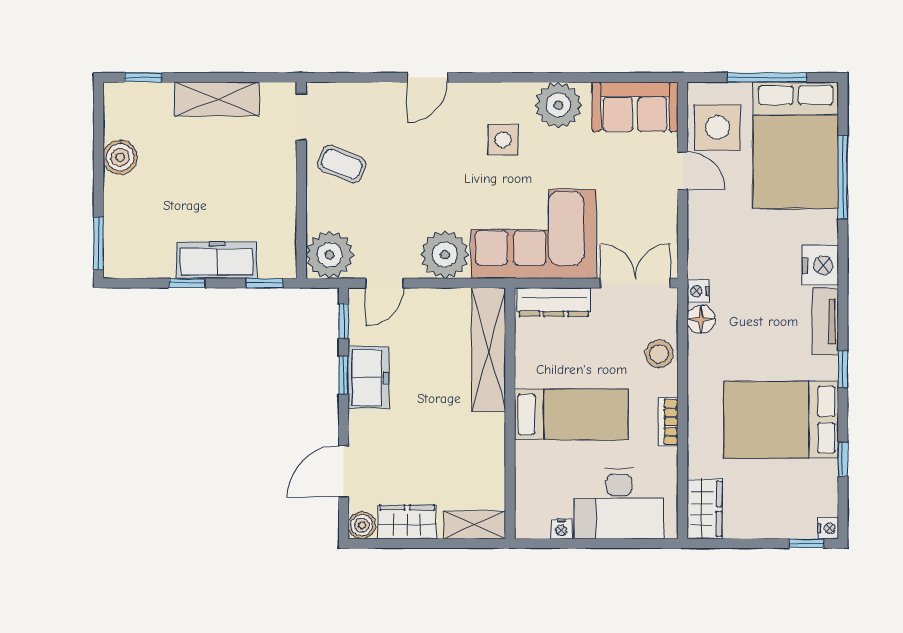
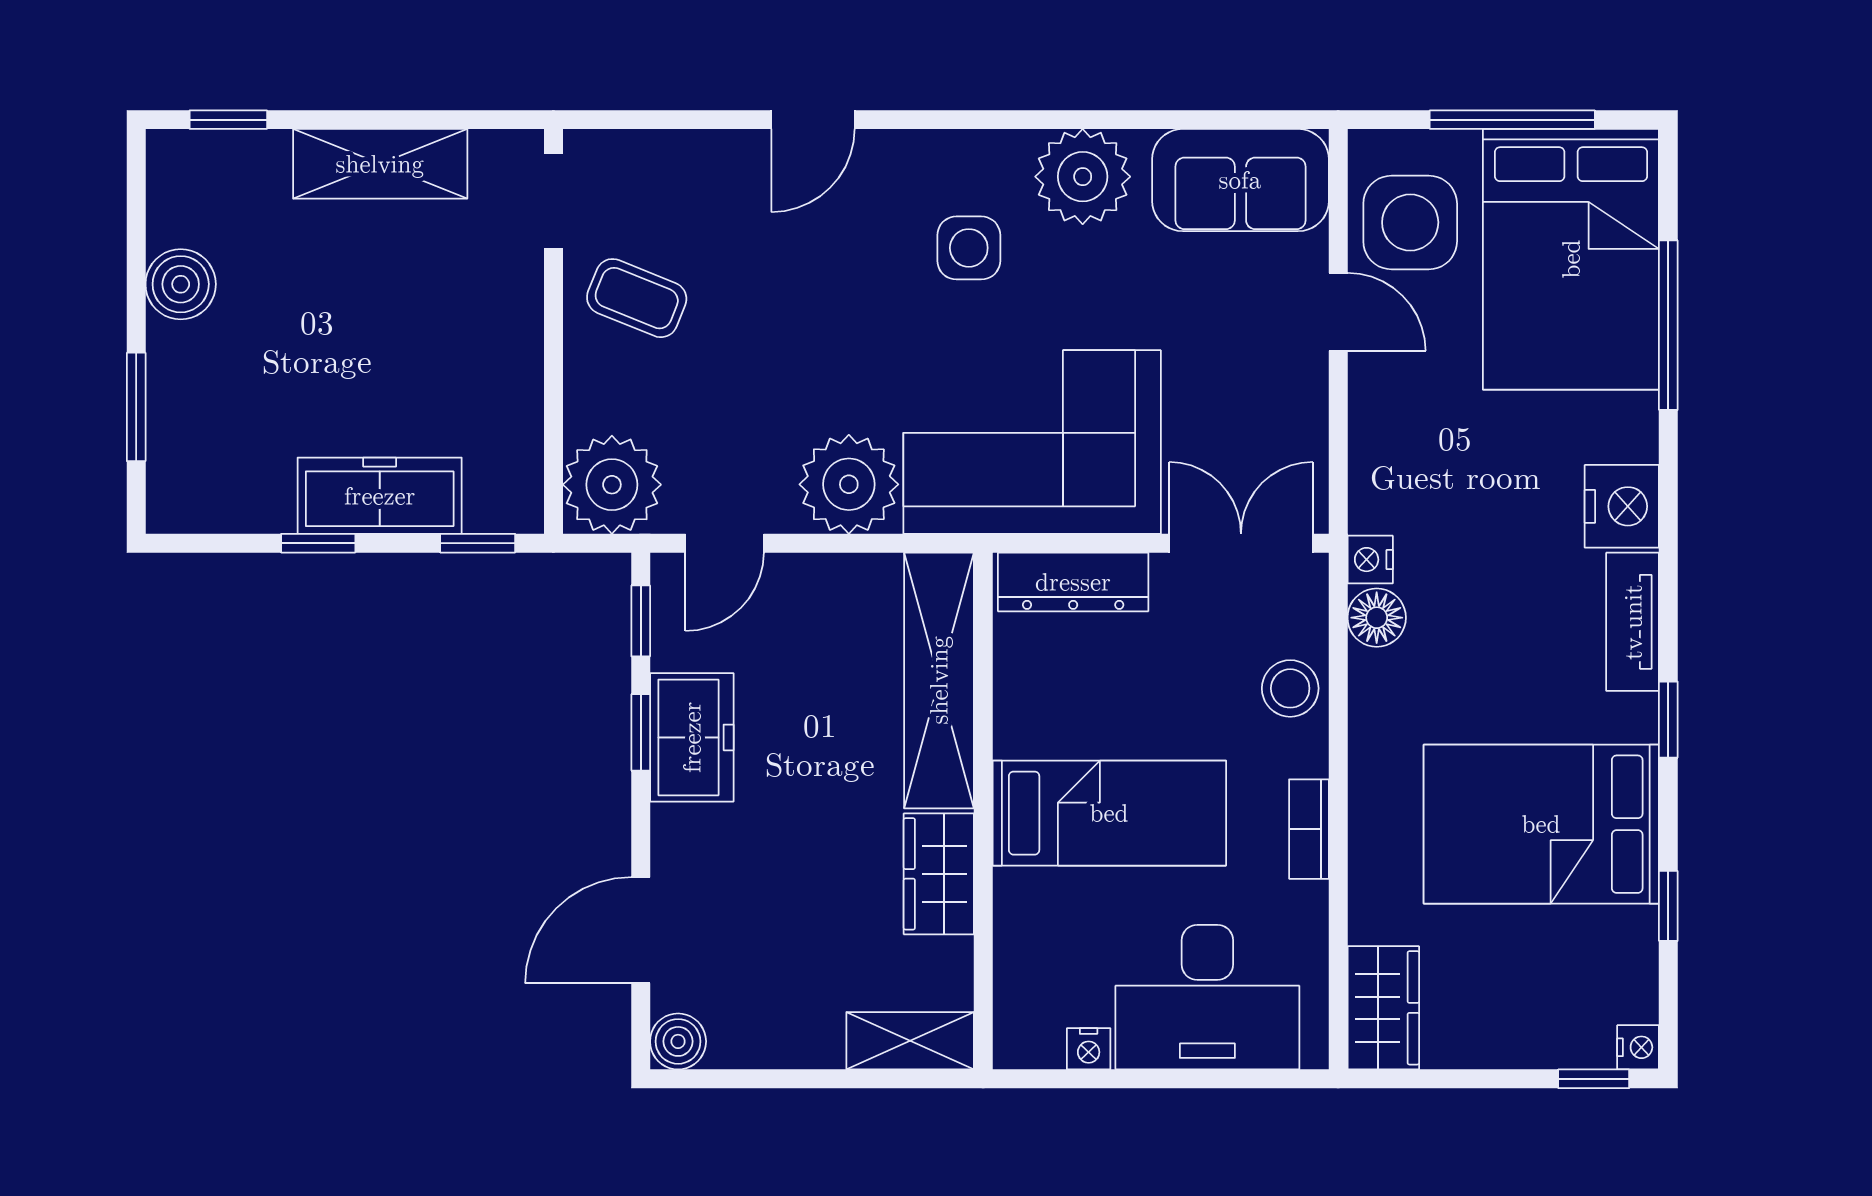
window: (98, 243) -> (136, 407), moved
wardrobe: (407, 522) -> (939, 874), moved, turned -90

